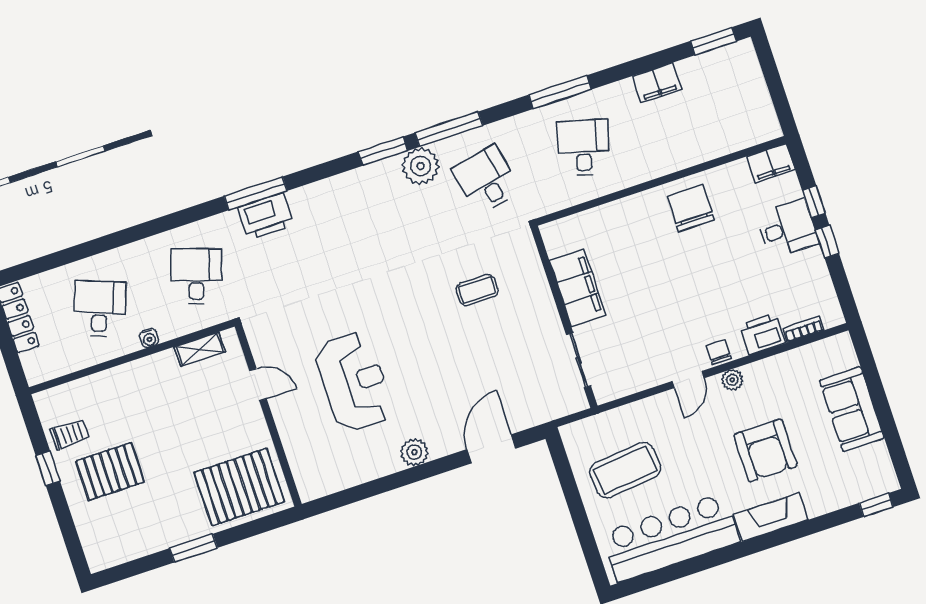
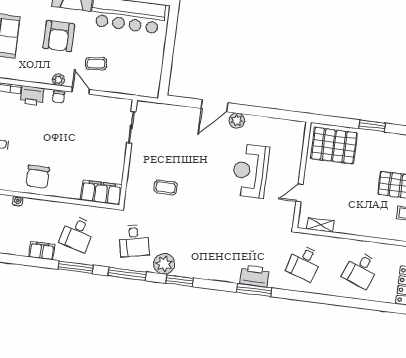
filing cabinet: (657, 83) -> (42, 251), moved
window: (449, 129) -> (127, 274), moved
filing cabinet: (578, 288) -> (101, 192), moved, turned 90
water cooler: (149, 338) -> (18, 201), moved
door: (688, 380) -> (81, 91), hinge flipped
door: (258, 385) -> (299, 193), hinge flipped
door: (491, 449) -> (215, 106), moved
armchair: (765, 450) -> (59, 36), turned 180
coffee table: (625, 470) -> (96, 64), moved, width x0.54, depth x0.58

